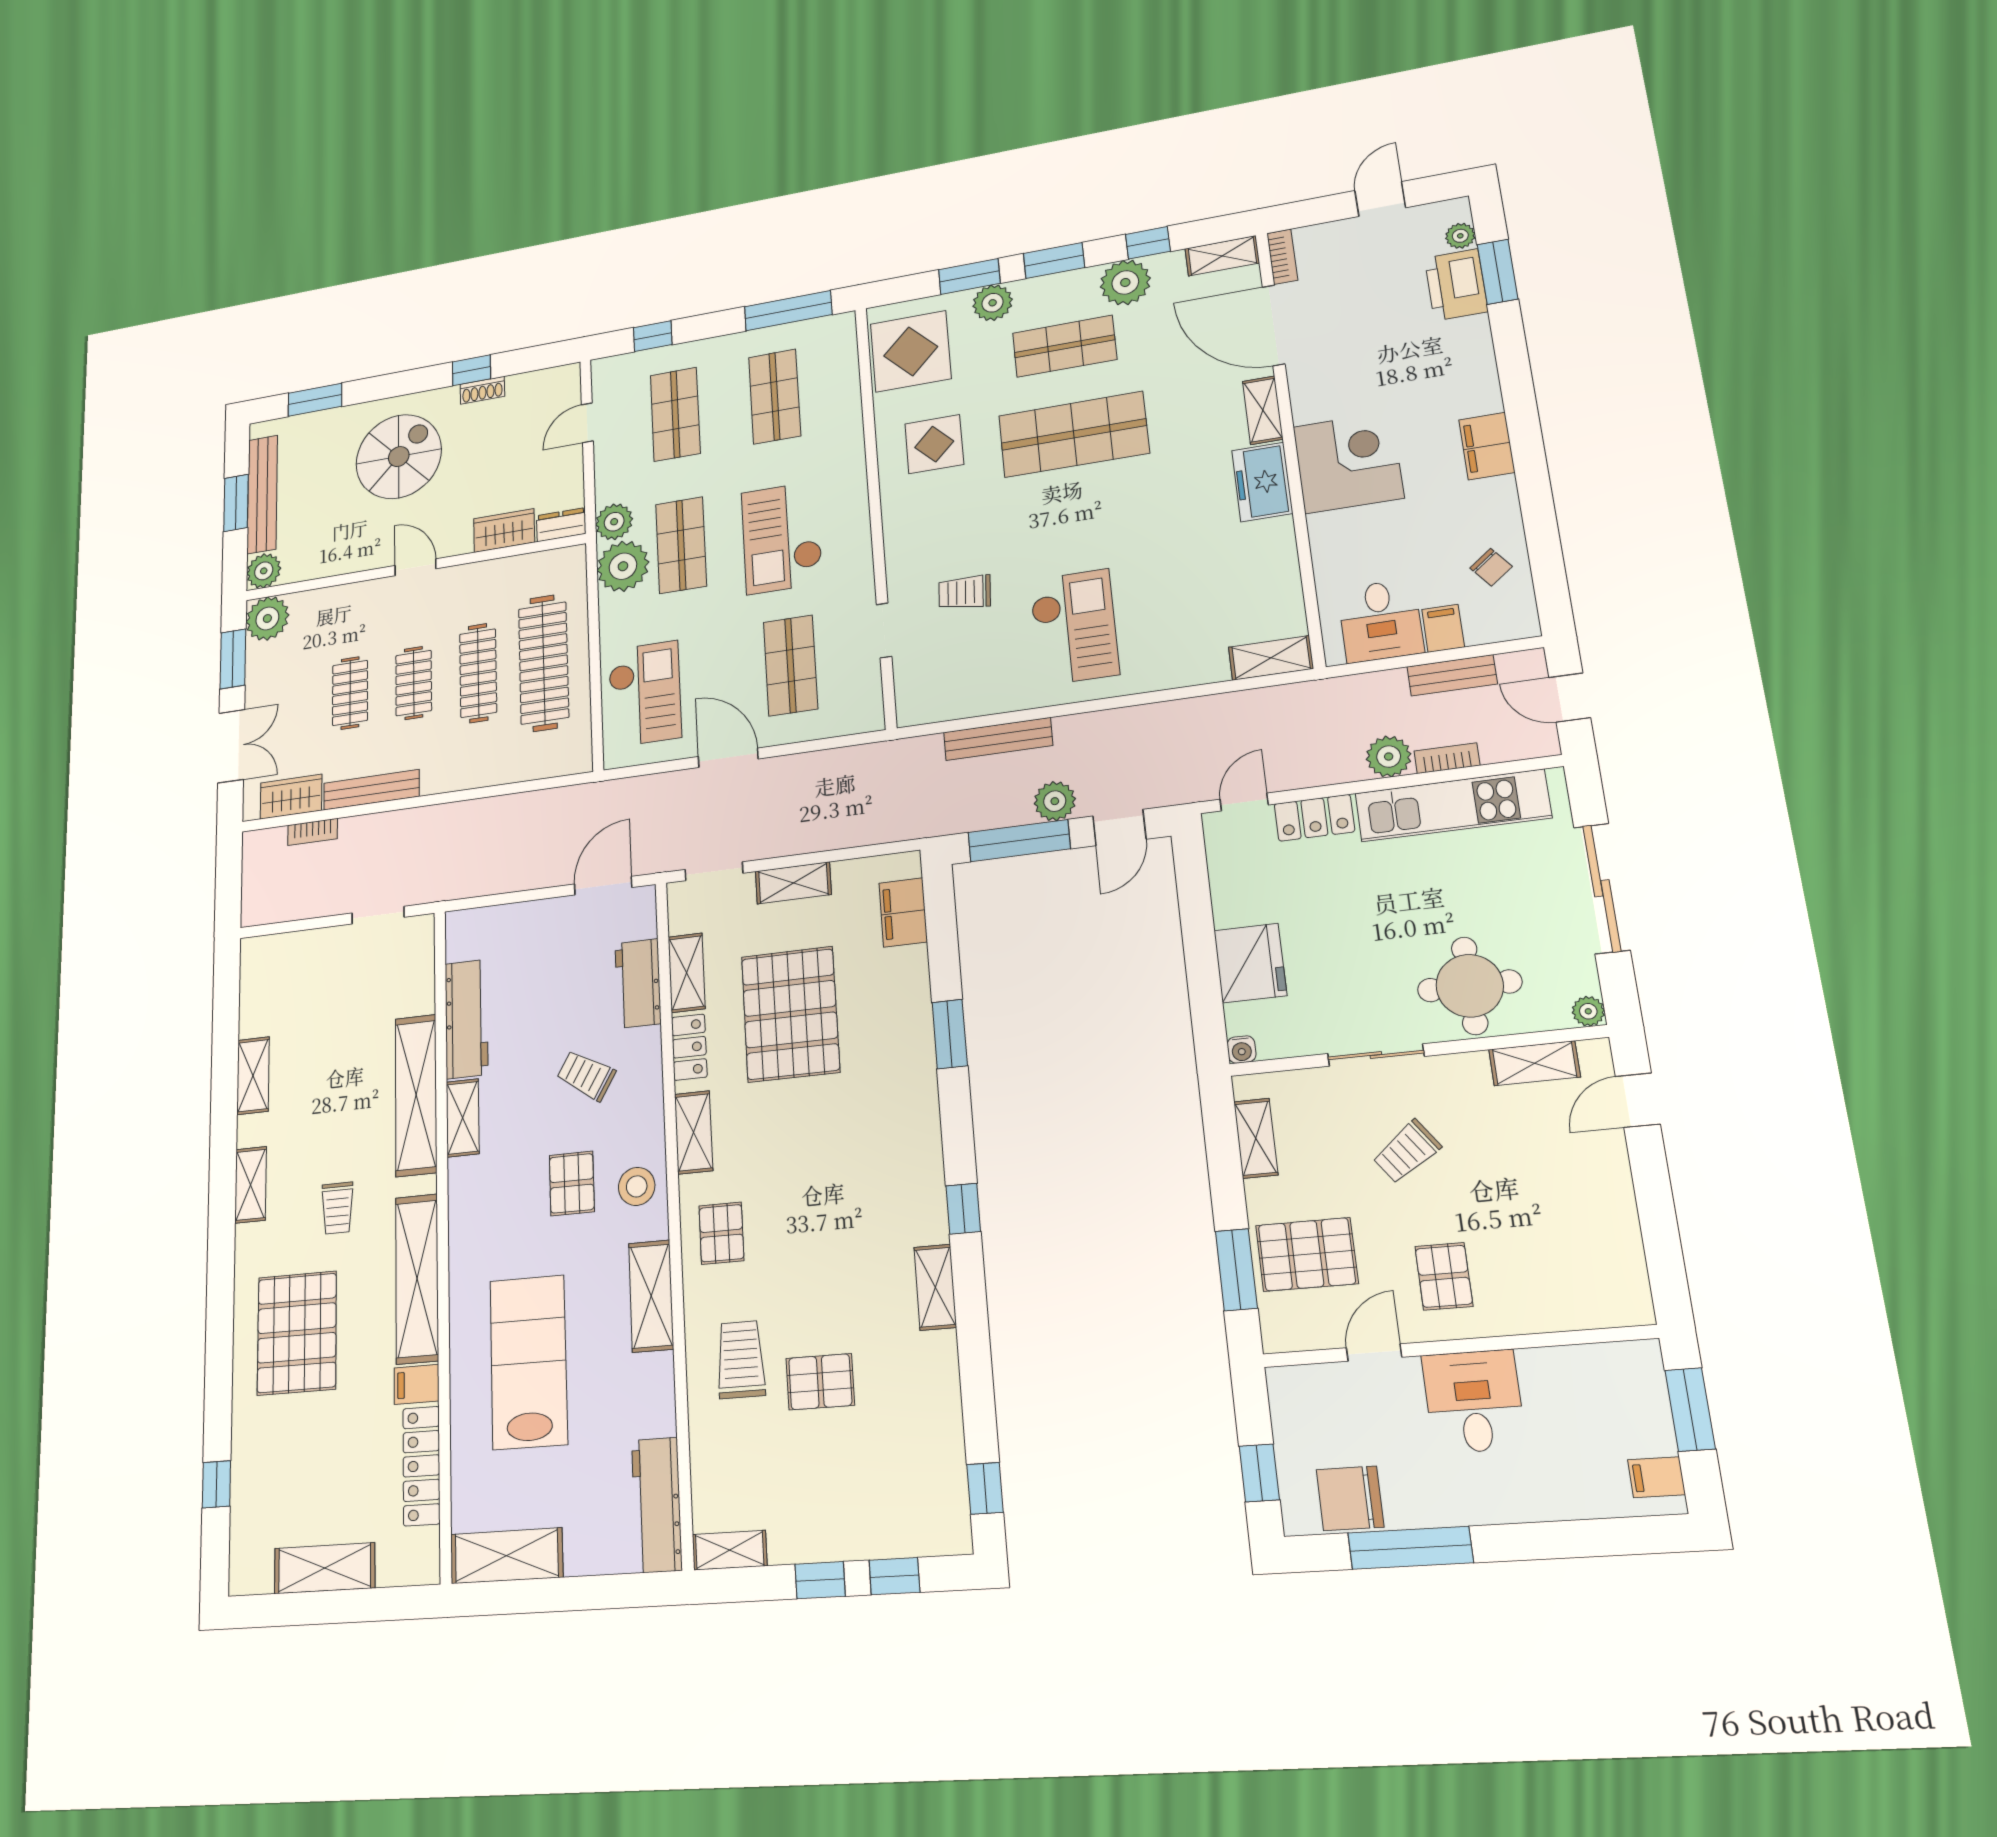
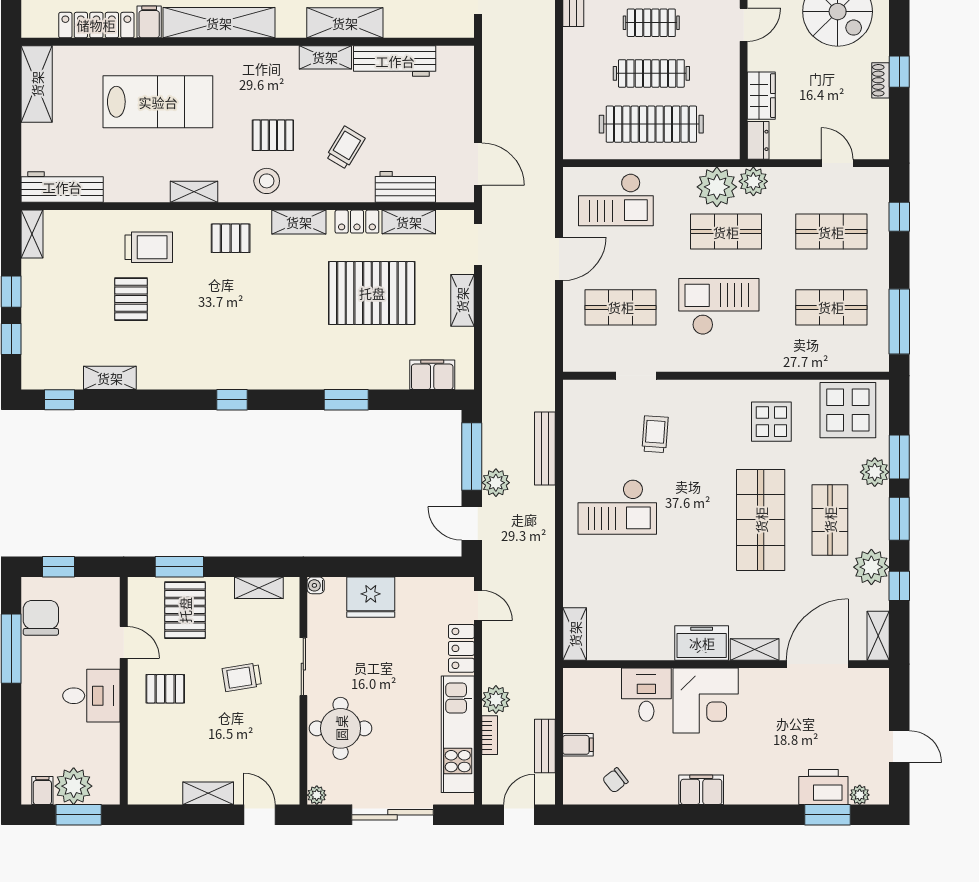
bookcase: (1282, 257) -> (869, 676), removed
desk: (1381, 621) -> (646, 695), moved, turned 90
shelving: (1534, 1063) -> (208, 793), moved, turned 90
shelving: (416, 1095) -> (345, 23), width x0.68
trolley: (1407, 1152) -> (242, 677), turned -63
shelving: (935, 1287) -> (110, 378), moved
shelving: (651, 1296) -> (194, 192), width x0.67, depth x0.75
plant: (1639, 1422) -> (74, 786), added

